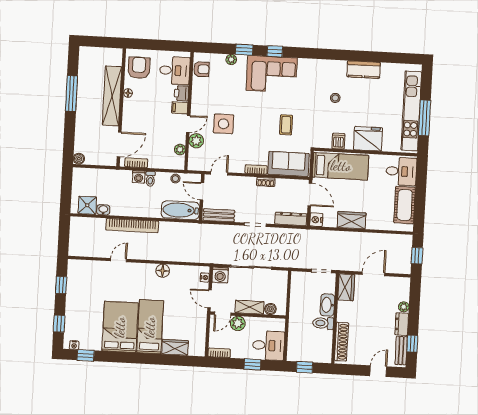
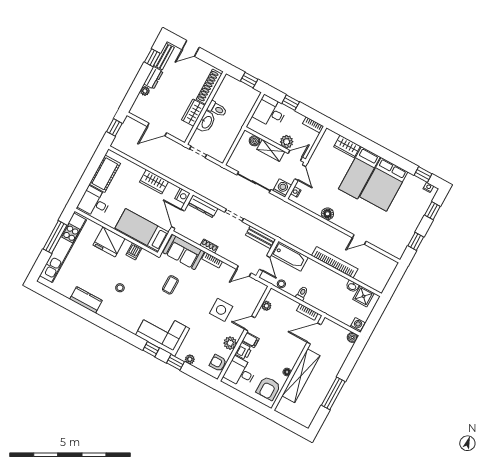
plant: (196, 141) -> (230, 343), moved
washing machine: (139, 177) -> (358, 325), moved
wardrobe: (346, 287) -> (193, 113), moved

